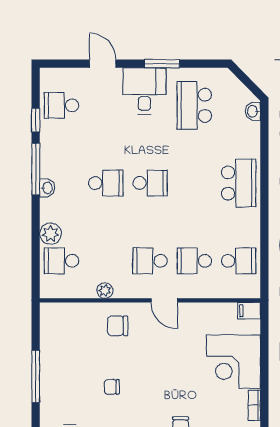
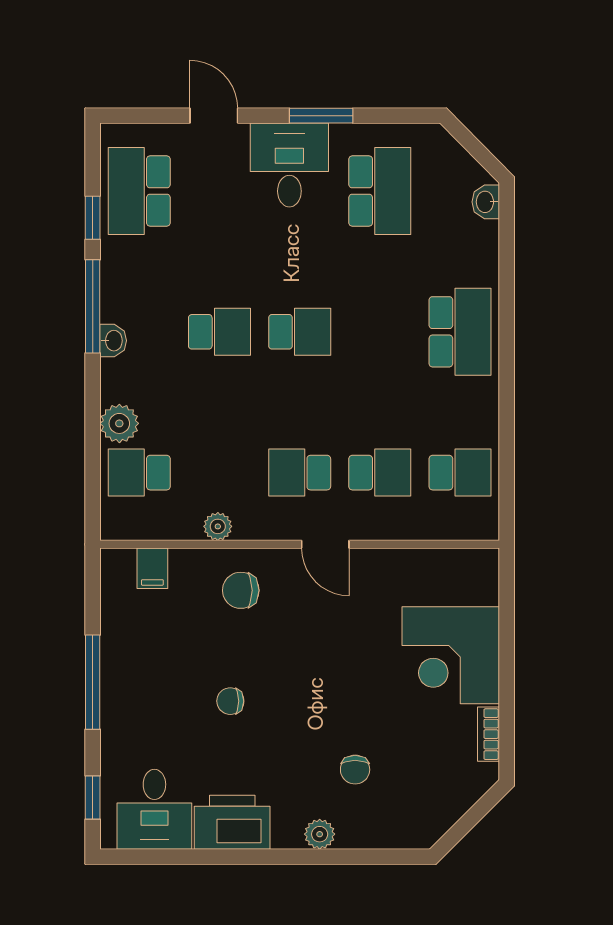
school desk: (62, 105) -> (139, 191), width x1.85
school desk: (194, 105) -> (380, 191), turned 180
school desk: (194, 261) -> (380, 473), turned 180
filing cabinet: (249, 311) -> (152, 568), moved, turned -90

